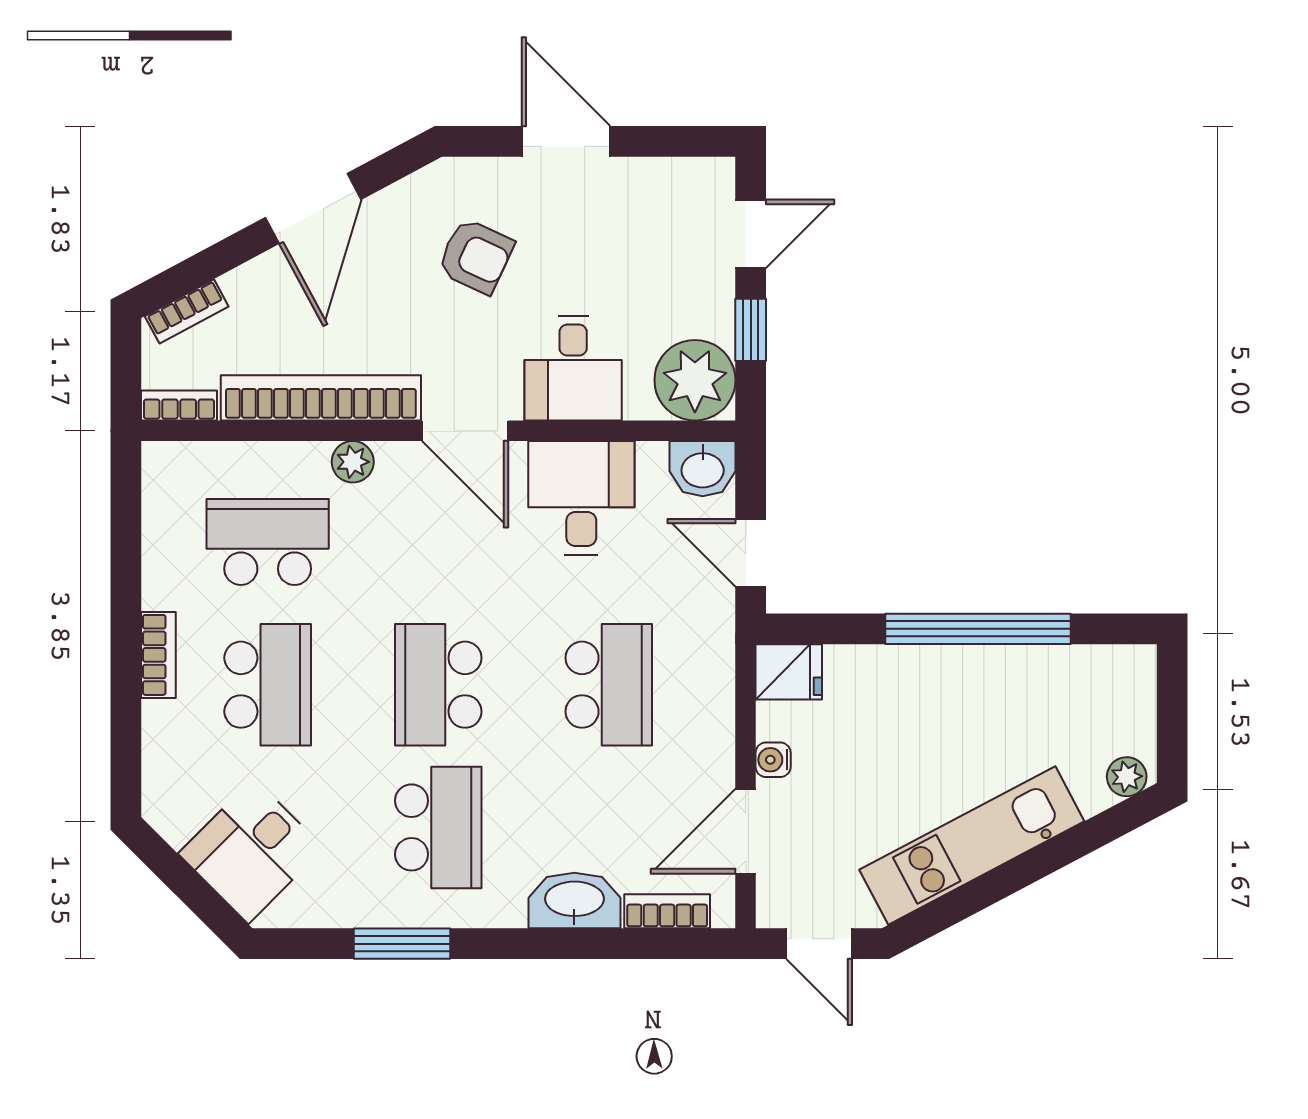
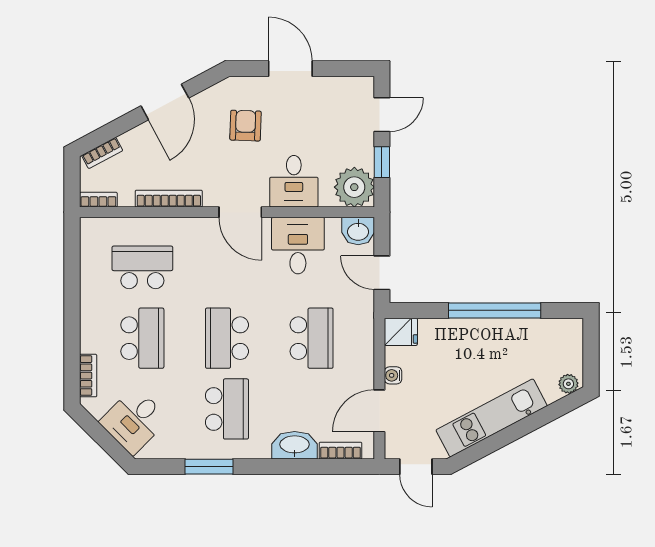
armchair: (476, 256) -> (246, 126), turned -113
bookcase: (321, 398) -> (169, 199), width x0.68, depth x0.76
plant: (353, 462) -> (185, 228), removed
bookcase: (158, 655) -> (88, 376), moved

